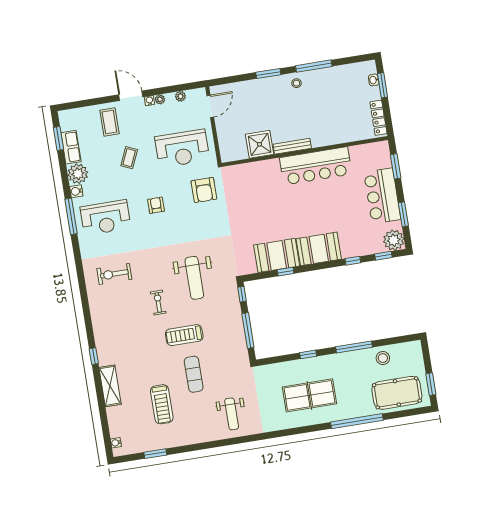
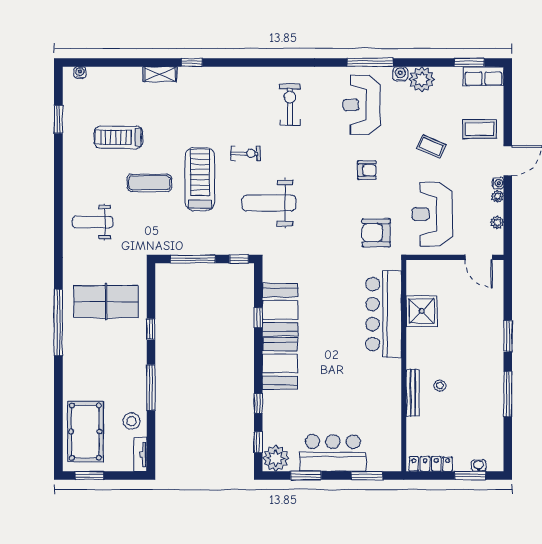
stool: (297, 83) -> (440, 386), moved
bench: (292, 146) -> (413, 393), moved
row of seats: (71, 147) -> (484, 76), moved
bar counter: (316, 166) -> (384, 314), moved
treadmill: (184, 335) -> (200, 179), width x1.37, depth x1.38
tv unit: (408, 347) -> (140, 454), added
shelving: (110, 386) -> (160, 74), width x0.67, depth x0.75
table tennis table: (309, 395) -> (106, 302), moved, turned 90
window: (357, 421) -> (58, 323), moved

